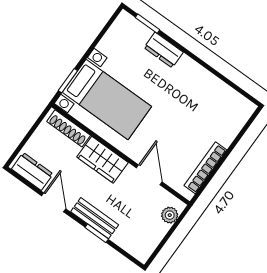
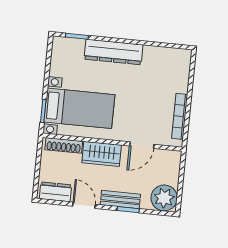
dresser: (164, 50) -> (113, 52), width x1.96, depth x1.24
door: (149, 175) -> (142, 145), swing flipped
plant: (170, 215) -> (164, 198), moved, width x1.87, depth x1.87

